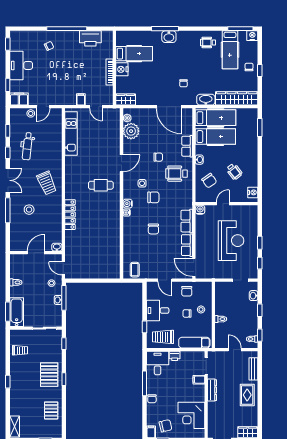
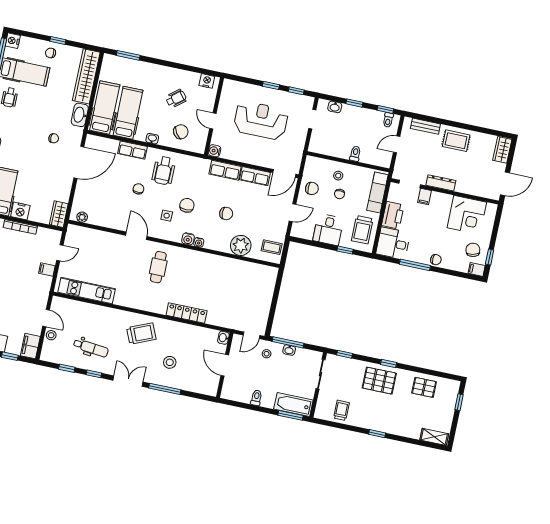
plant: (131, 131) -> (241, 245), moved
printer: (175, 356) -> (393, 215), width x1.87, depth x1.48

